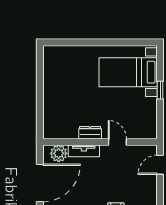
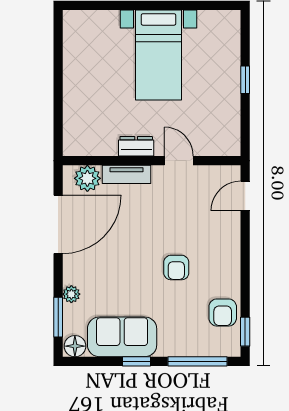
bed with nightstands: (128, 72) -> (159, 55), moved, turned -90

